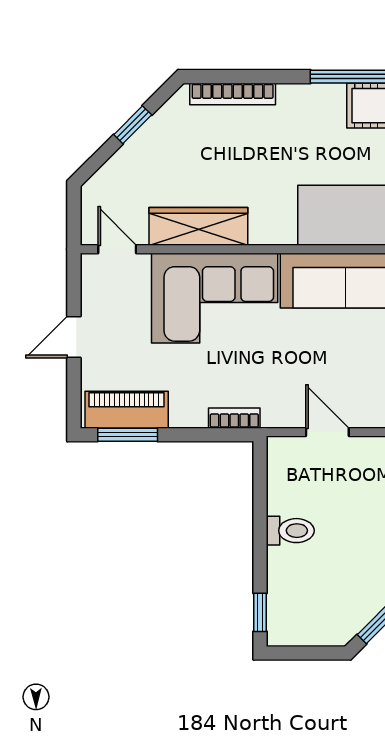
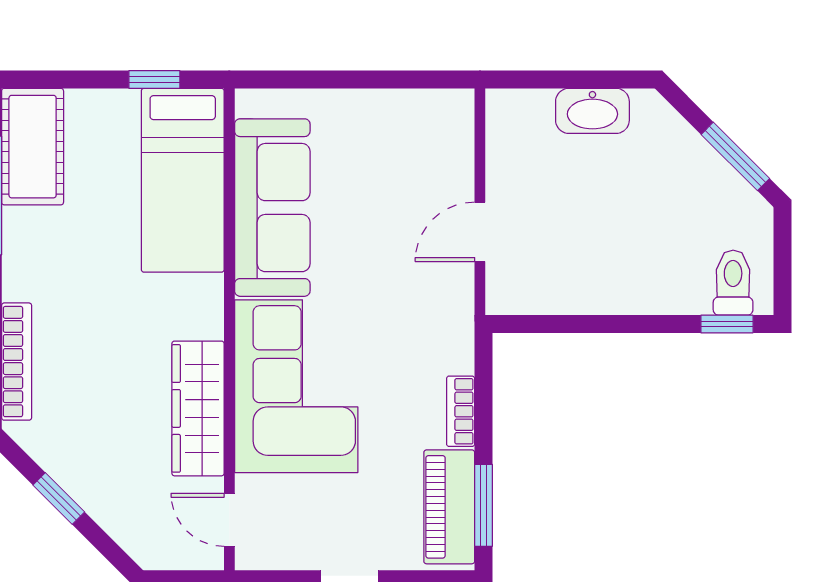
door: (117, 249) -> (229, 520), hinge flipped
bookcase: (234, 418) -> (461, 411), moved
toilet: (290, 531) -> (733, 283), moved

